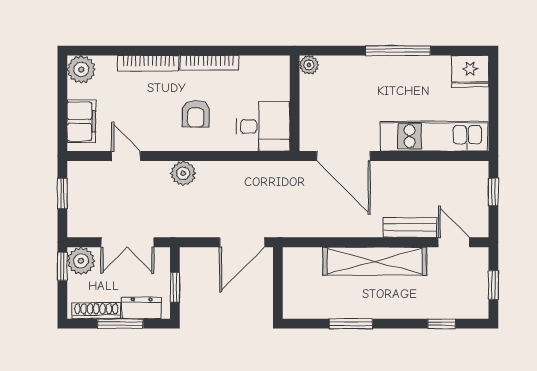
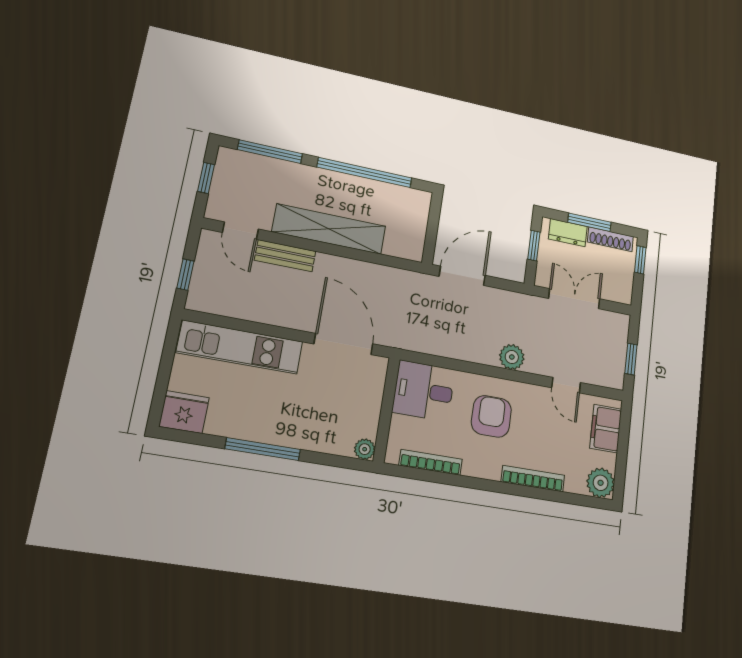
bookcase: (209, 63) -> (431, 462), moved
armchair: (196, 114) -> (491, 416), width x1.38, depth x1.38
plant: (81, 261) -> (620, 290), removed
window: (62, 266) -> (640, 260), moved
window: (351, 324) -> (365, 173), width x2.11
window: (442, 324) -> (270, 152), width x2.17

